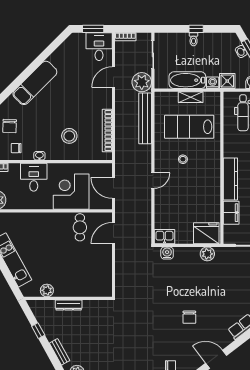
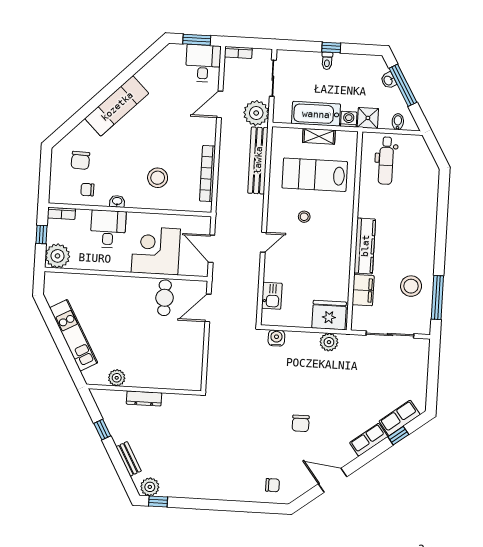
kitchen sink: (164, 237) -> (272, 296), moved, turned 90

